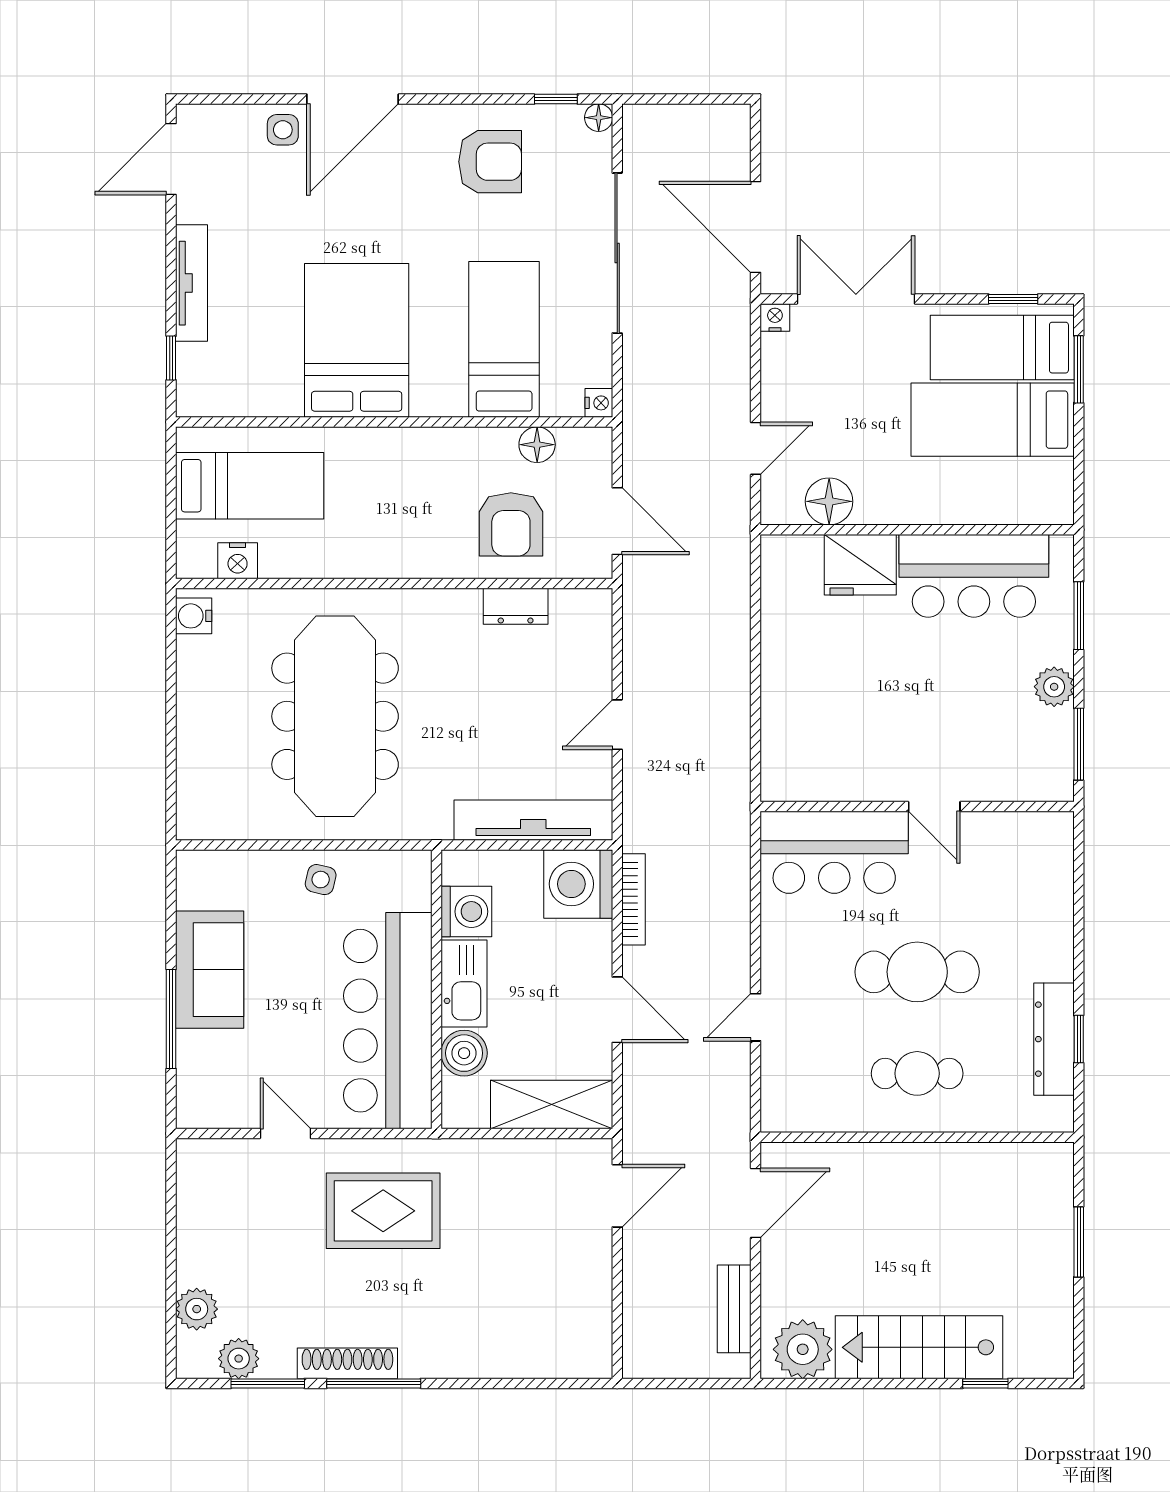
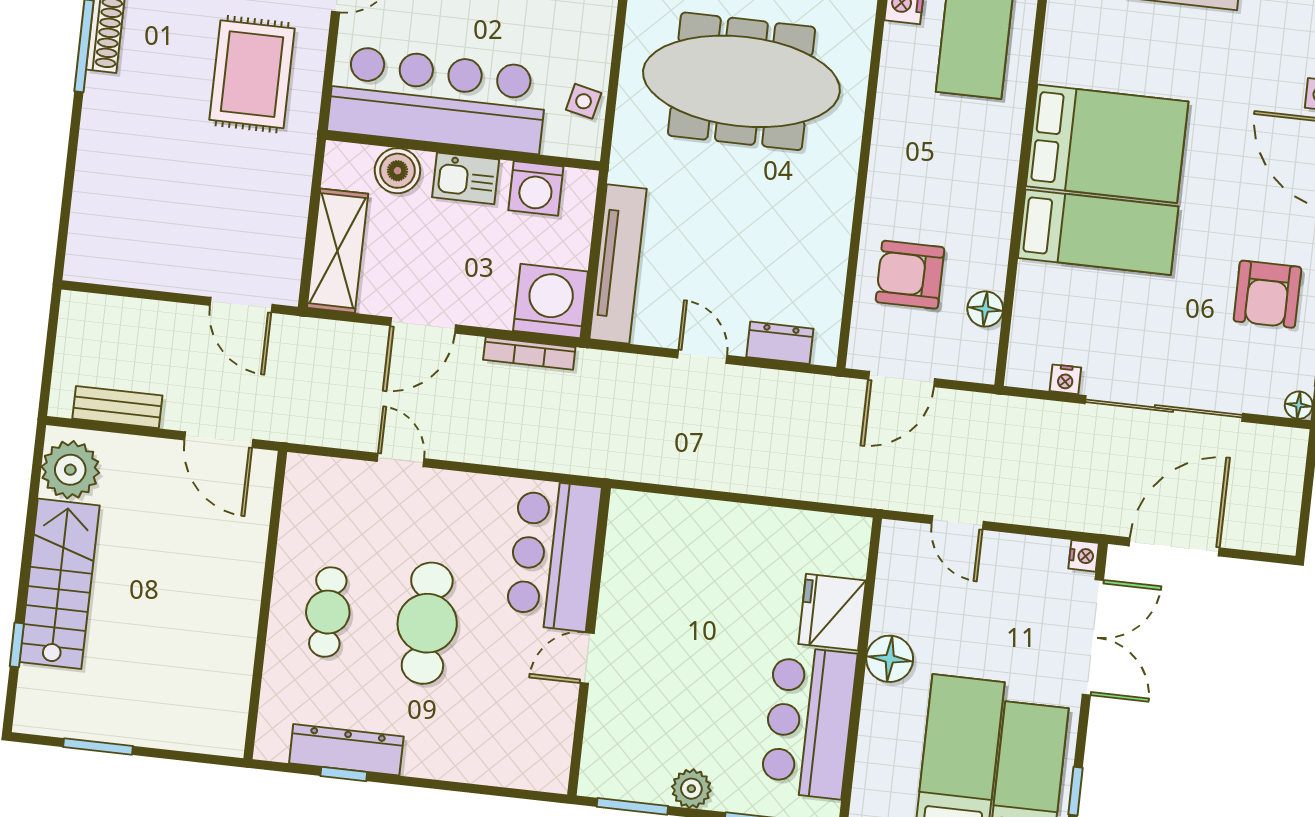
bed: (504, 339) -> (1098, 232), moved
nightstand: (599, 403) -> (1065, 379), moved
floor lamp: (829, 501) -> (890, 659), moved
dresser: (516, 606) -> (780, 343), moved, turned 90
side table: (321, 880) -> (584, 101), moved
kitchen sink: (464, 983) -> (466, 178), width x0.73
window: (1079, 1242) -> (98, 746), moved

